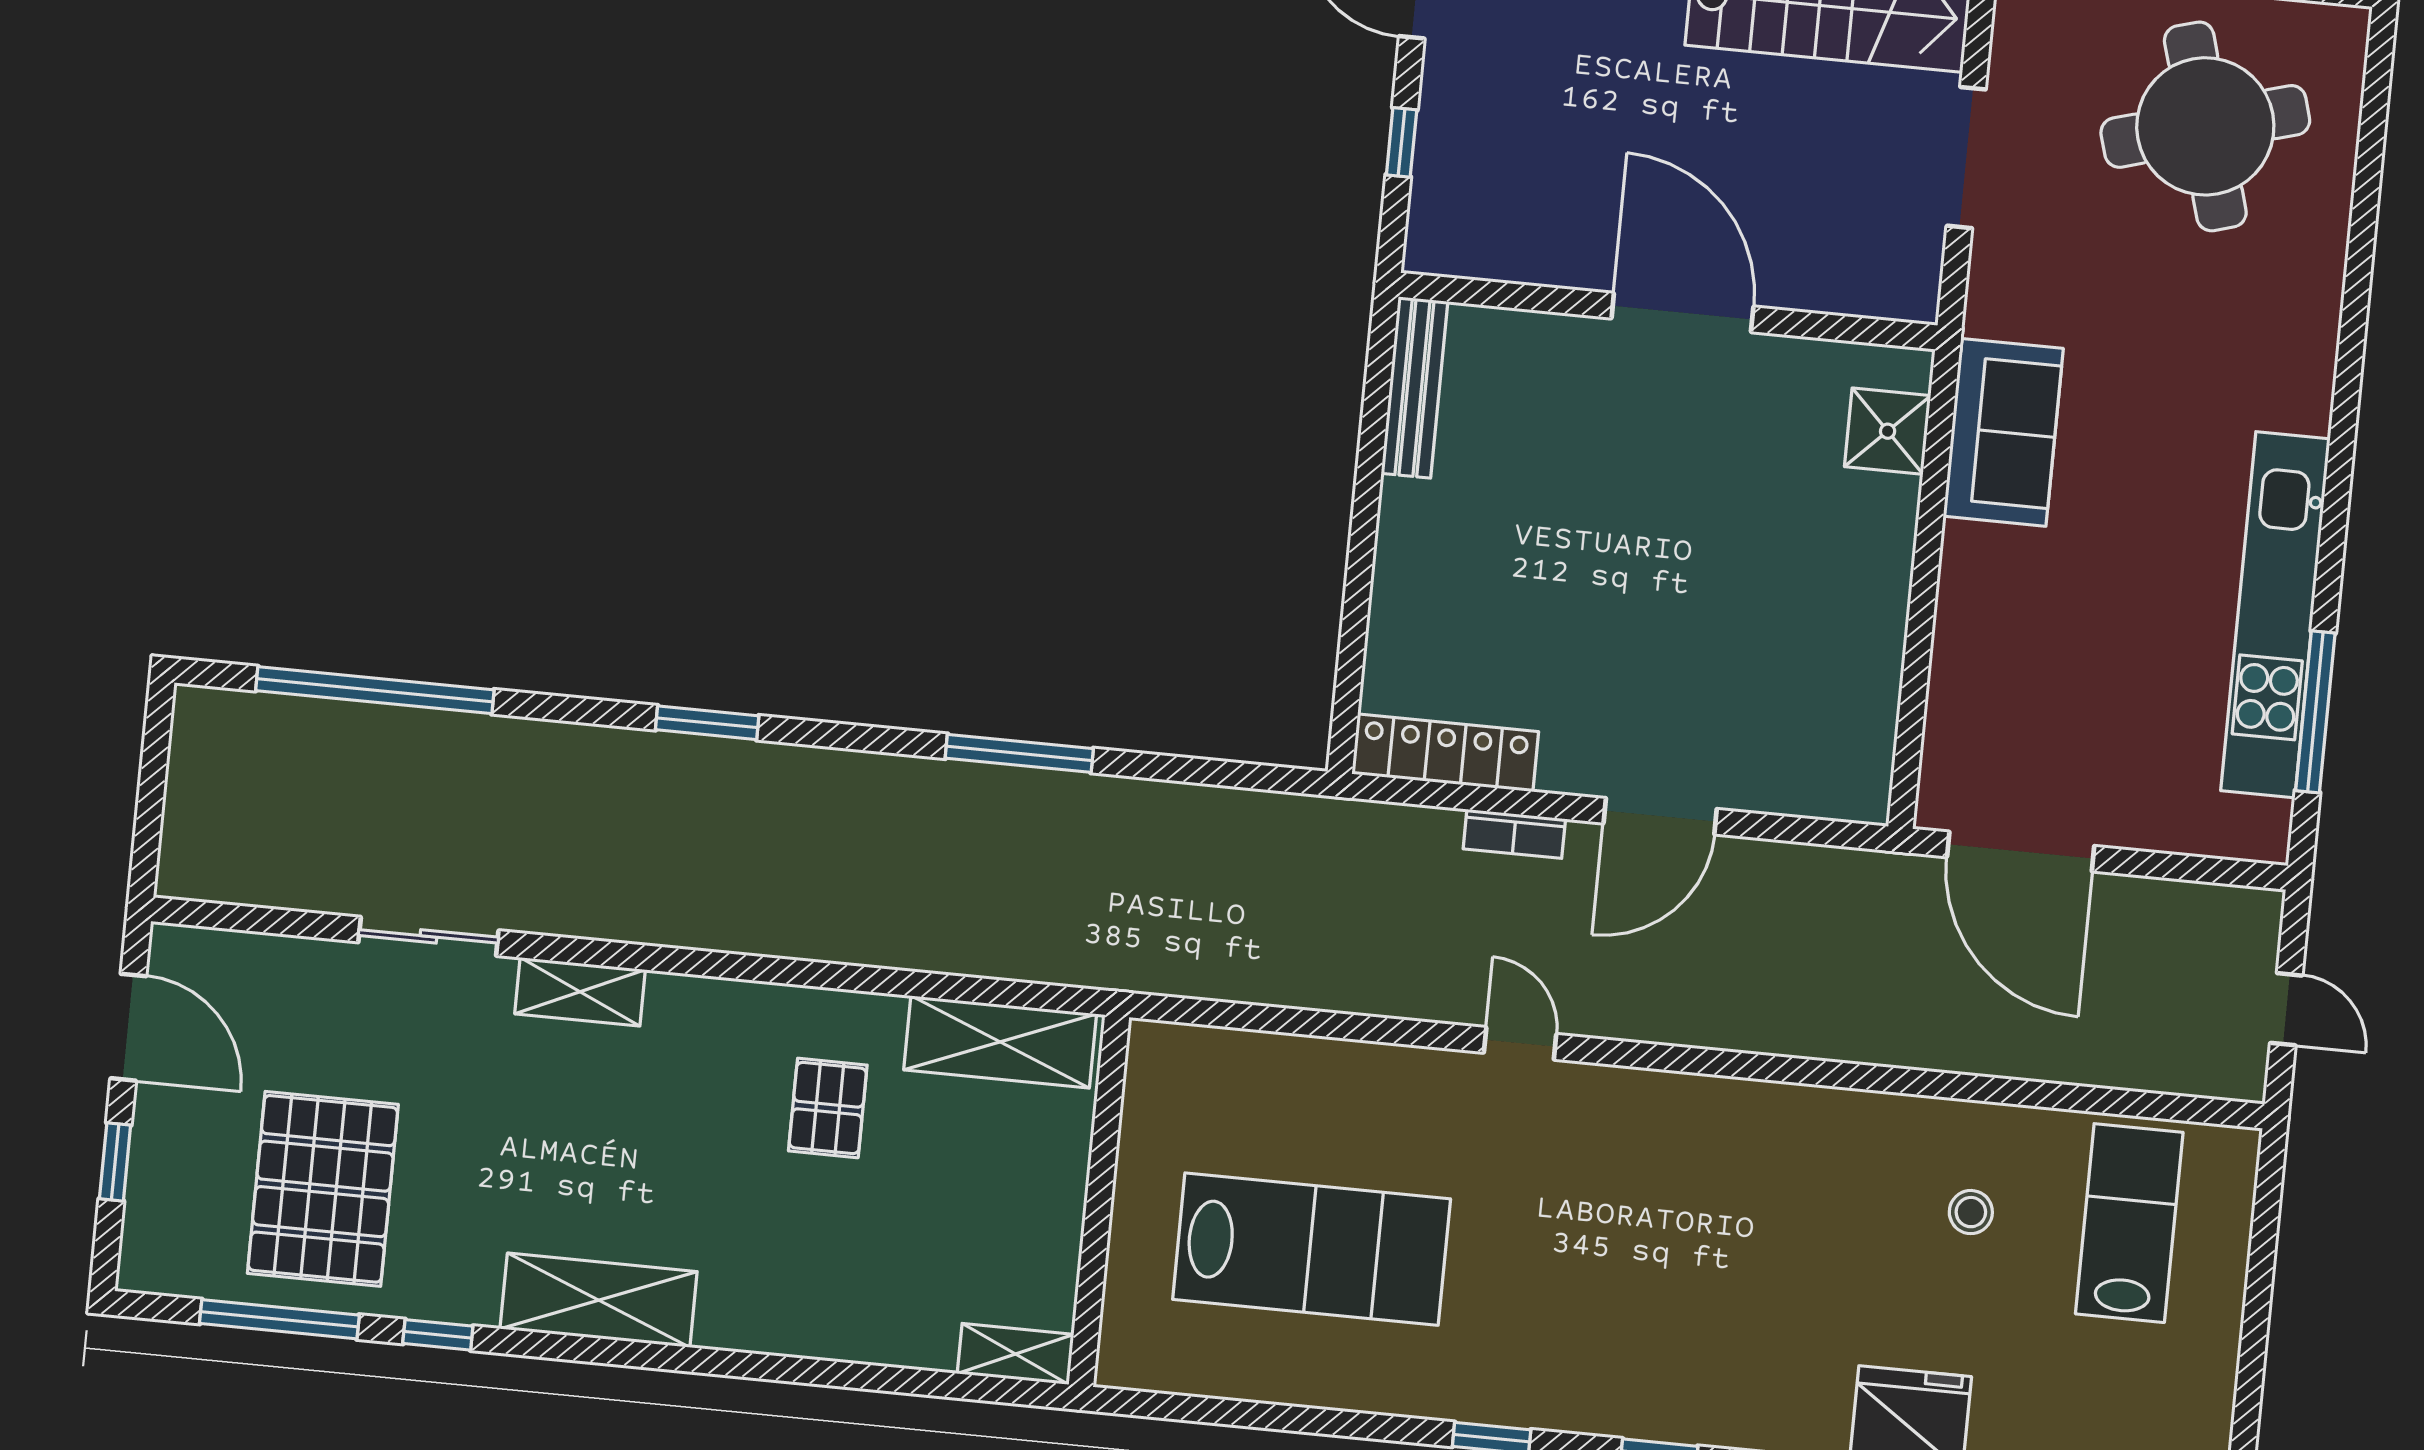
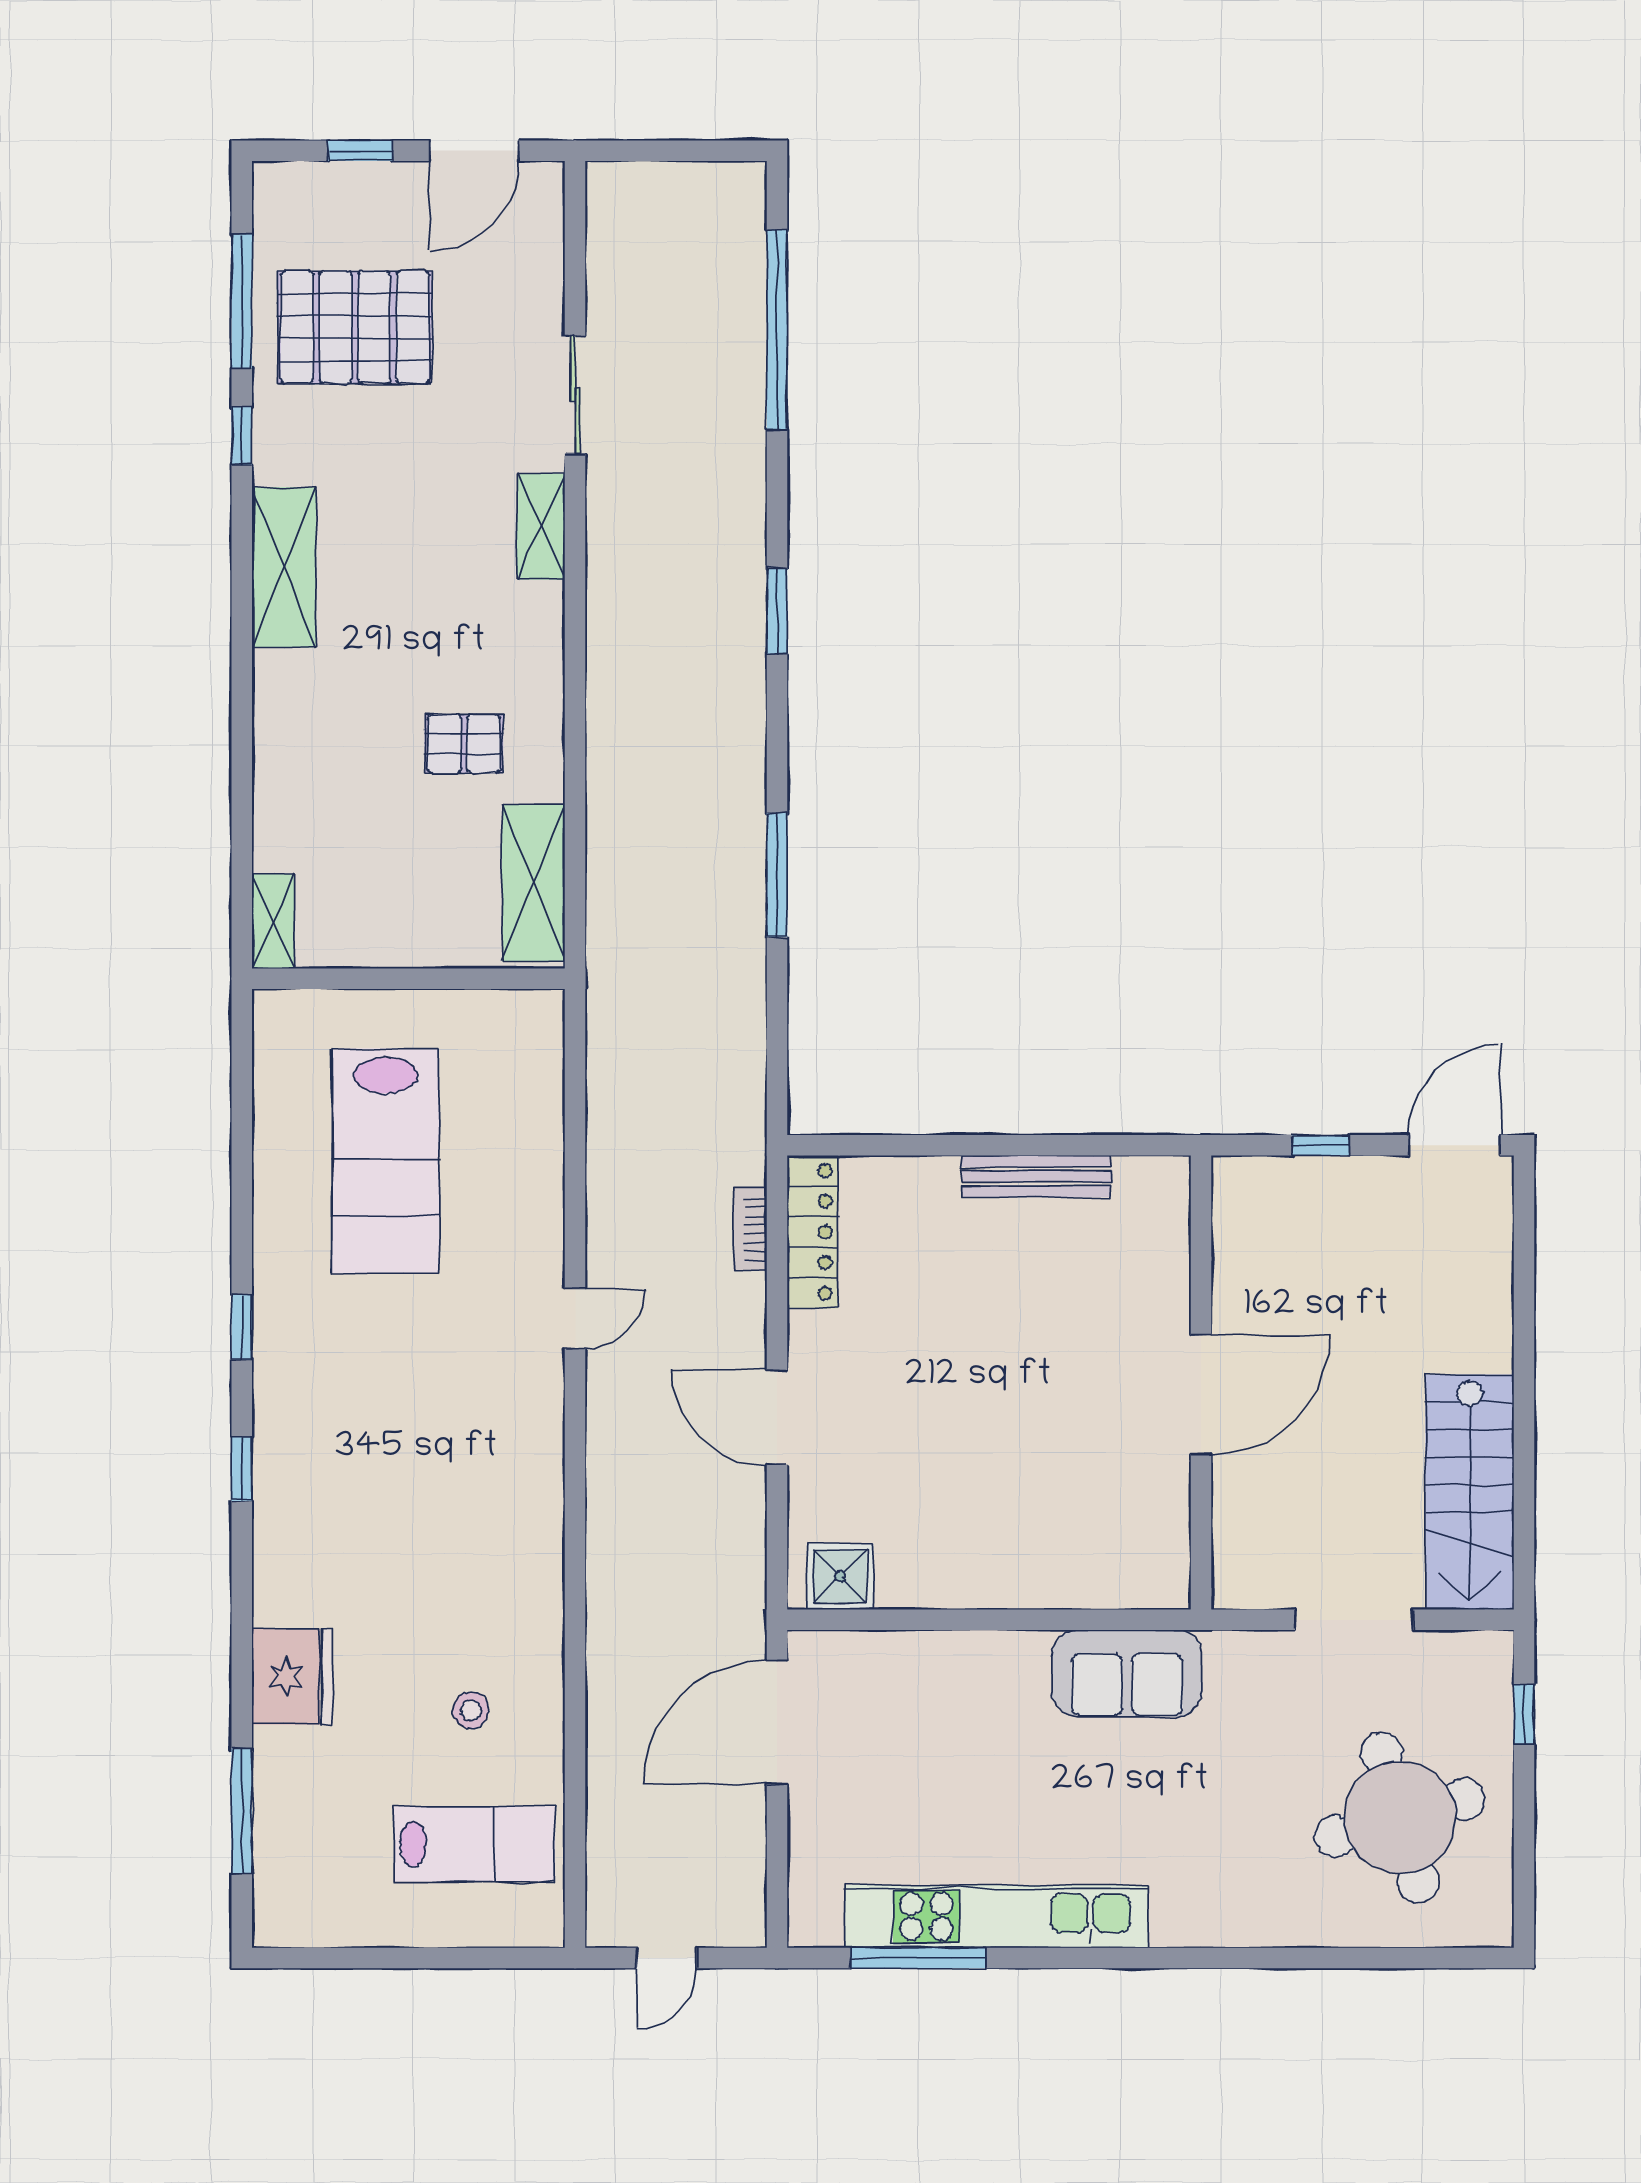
bench: (1415, 387) -> (1036, 1176), moved
shower: (1888, 431) -> (840, 1576), moved
bookcase: (1514, 834) -> (750, 1229), moved

